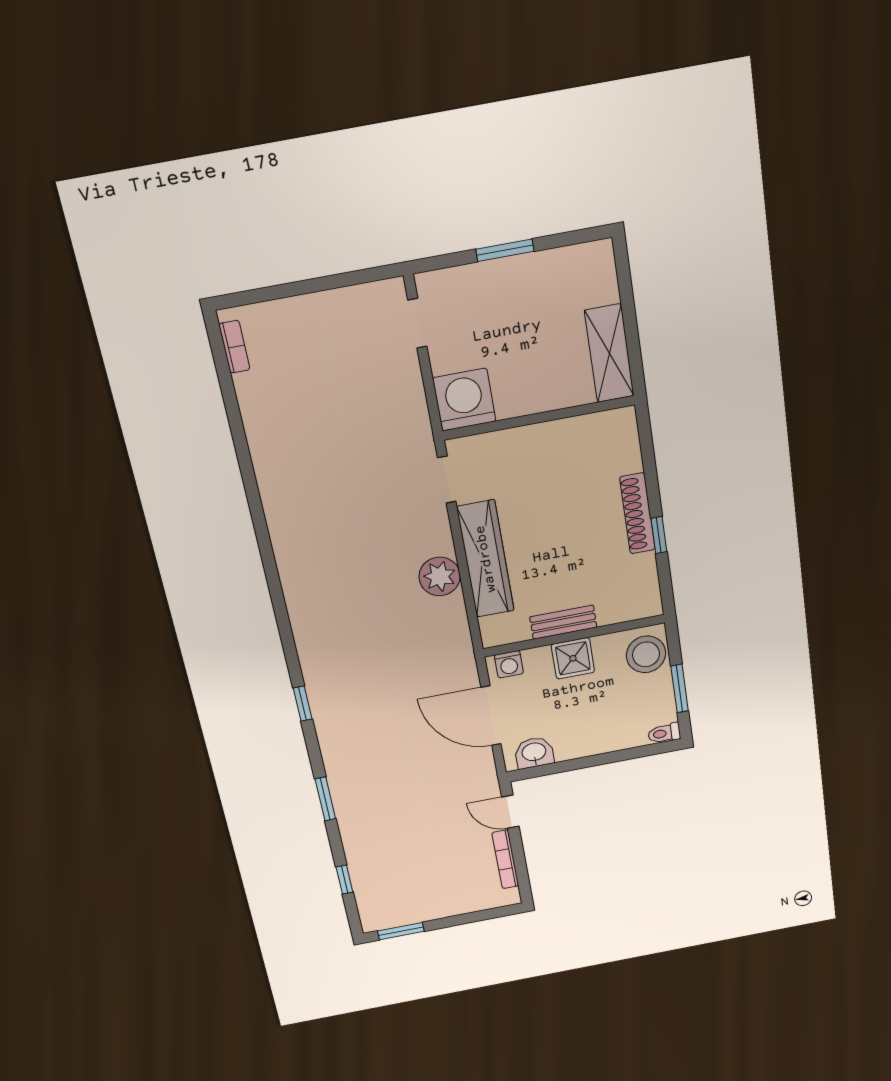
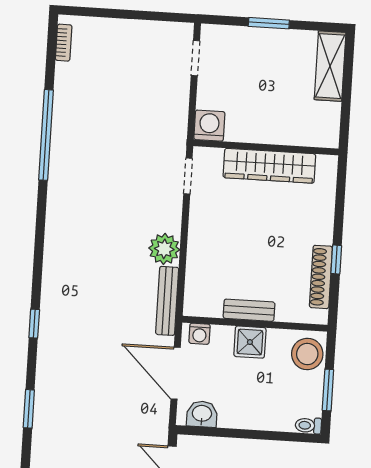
shelving: (609, 353) -> (330, 66), moved
washing machine: (464, 400) -> (209, 126), width x0.73, depth x0.73
window: (248, 474) -> (46, 135), added
shoe rack: (637, 513) -> (321, 277), moved
wardrobe: (486, 559) -> (269, 166), moved, turned 90
bench: (459, 637) -> (167, 301), added

